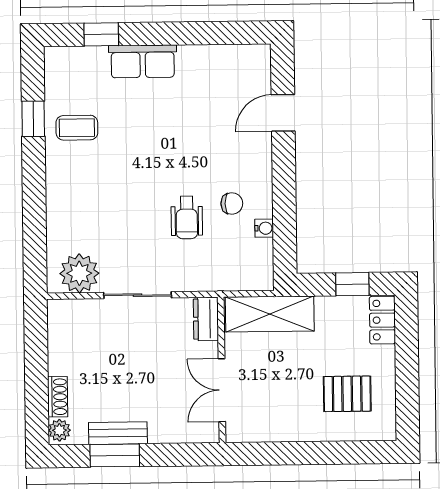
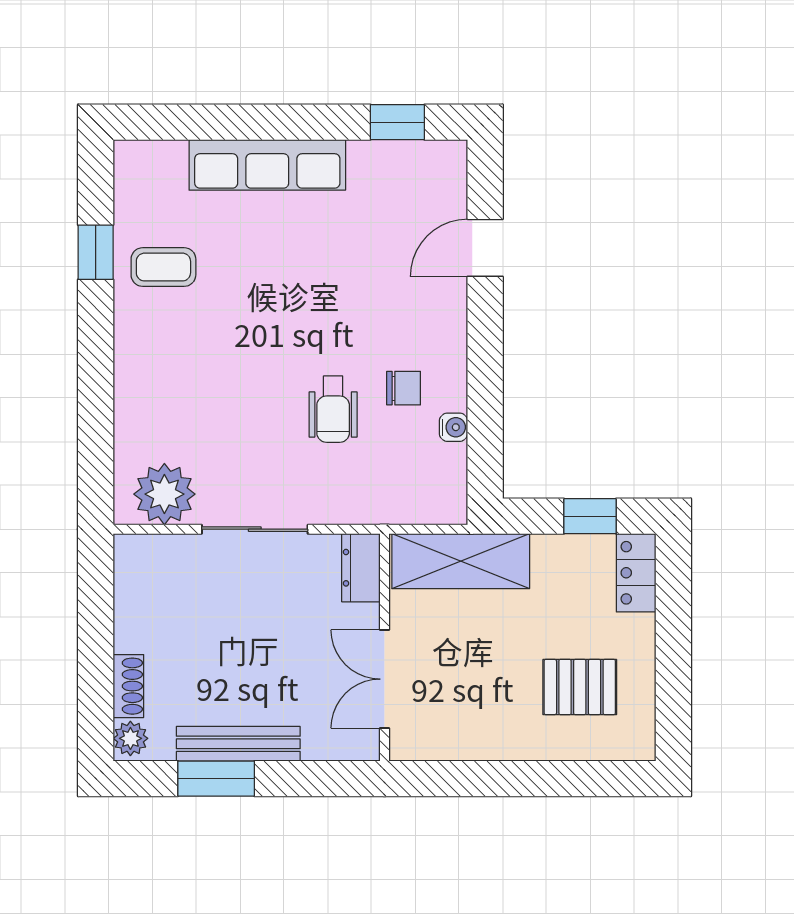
window: (101, 34) -> (397, 122), moved
row of seats: (143, 61) -> (267, 165), width x1.48
bench: (118, 433) -> (238, 744), width x1.36

